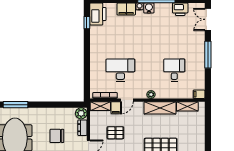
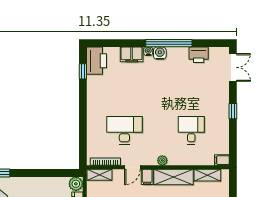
double door: (208, 19) -> (233, 67), swing flipped
window: (208, 55) -> (233, 111), width x0.46
filing cabinet: (116, 108) -> (147, 177), moved

